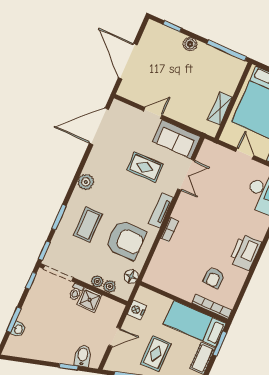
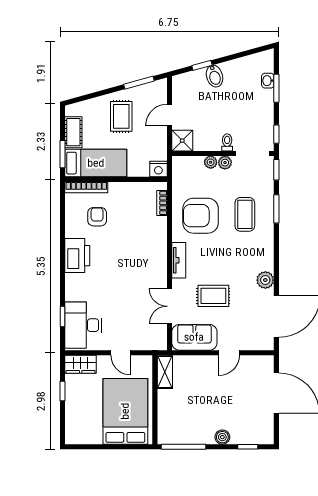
shelving: (220, 108) -> (165, 372), moved
plant: (86, 182) -> (265, 280), moved
bookcase: (169, 230) -> (162, 203), moved
floor lamp: (131, 277) -> (179, 182), removed
plant: (110, 286) -> (225, 163), moved
shower: (90, 300) -> (182, 141), moved
nightstand: (137, 310) -> (158, 169), moved, turned 90
bidet: (83, 356) -> (215, 76), moved

